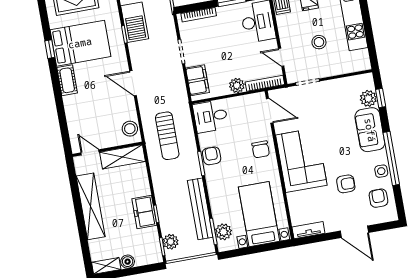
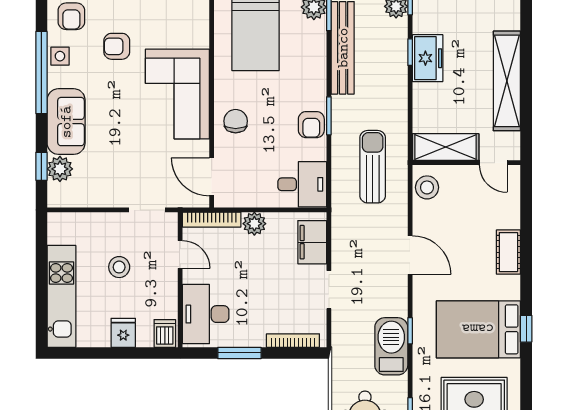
cot: (67, 80) -> (508, 252), moved

